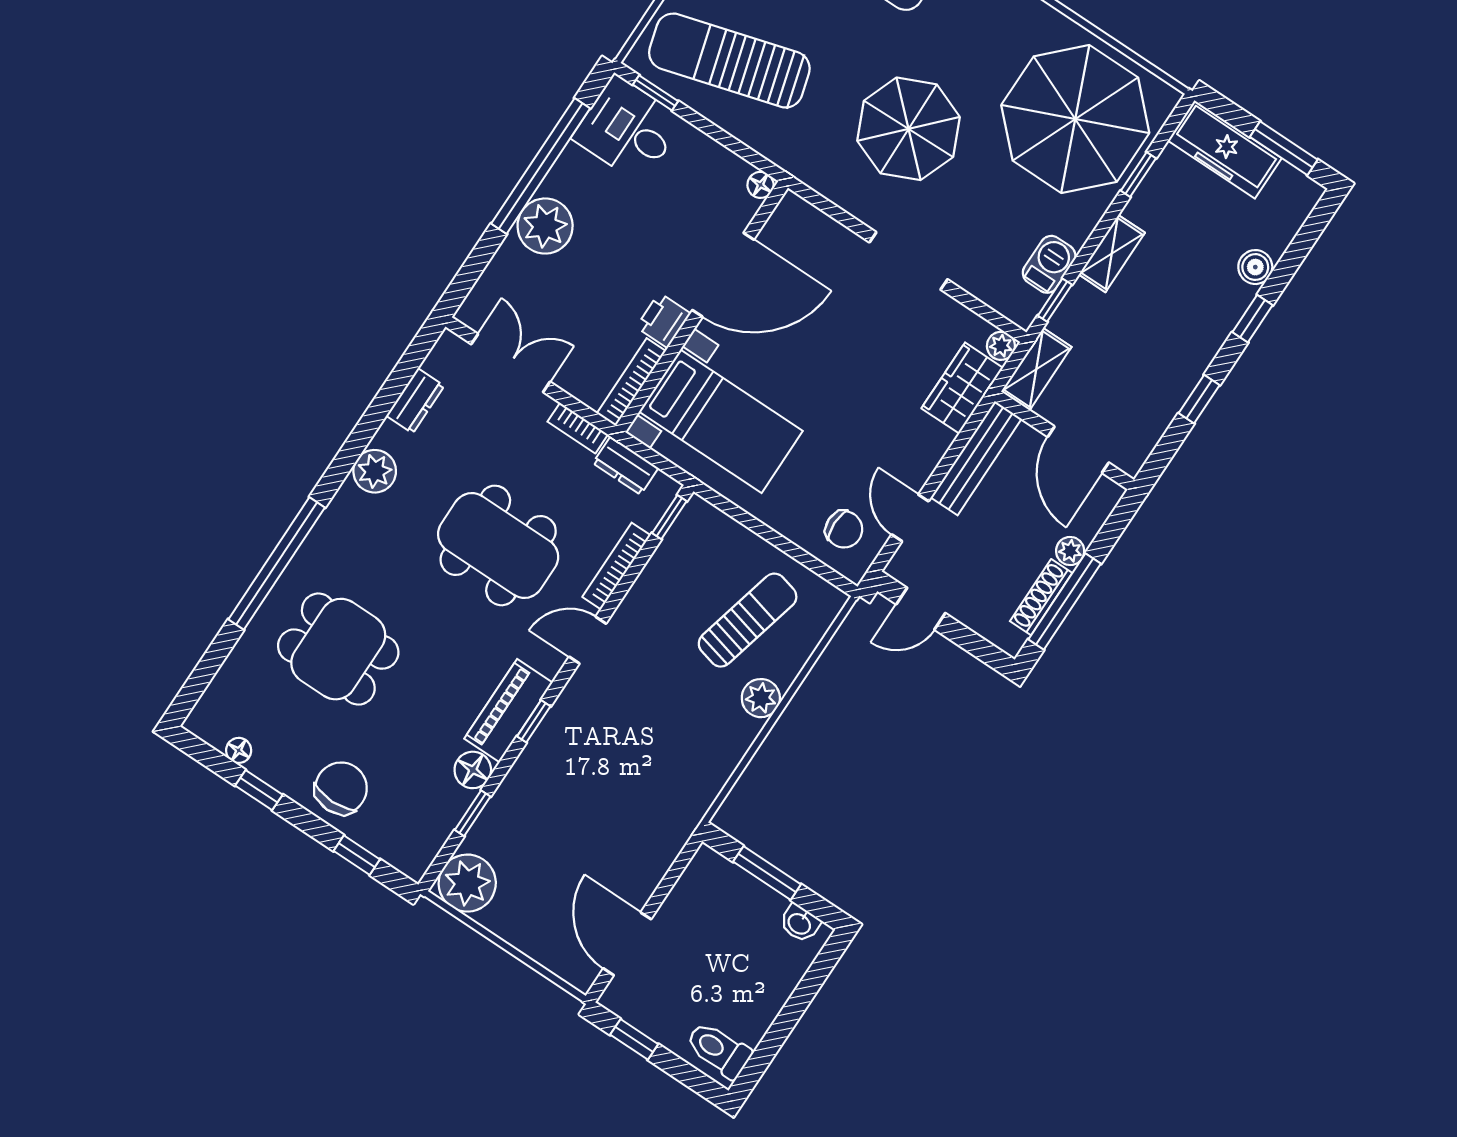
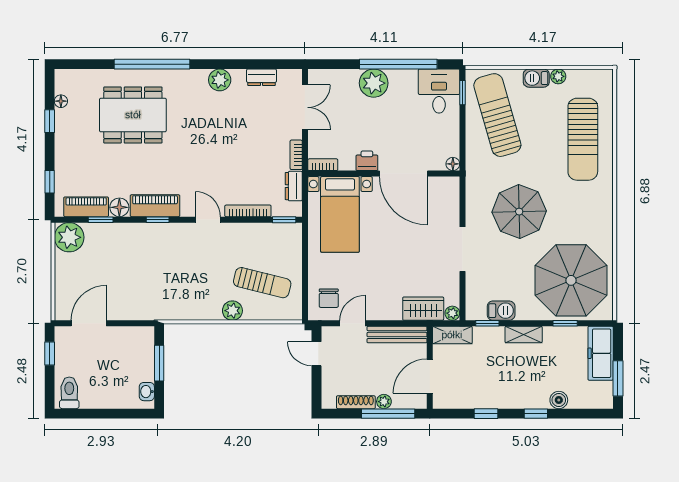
bookcase: (631, 382) -> (323, 165), width x0.64
dining table: (498, 545) -> (223, 154), removed
window: (1065, 602) -> (388, 414), moved
dining table: (338, 649) -> (133, 115), width x1.38
chair: (341, 788) -> (74, 156), removed
piano: (436, 823) -> (86, 207), added

